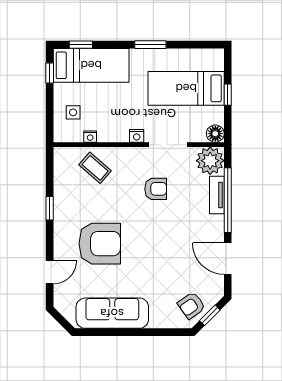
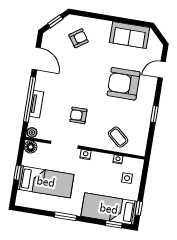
plant: (210, 161) -> (32, 132), width x0.53, depth x0.53
armchair: (191, 305) -> (79, 38), moved
sofa: (112, 313) -> (130, 35), width x0.73

